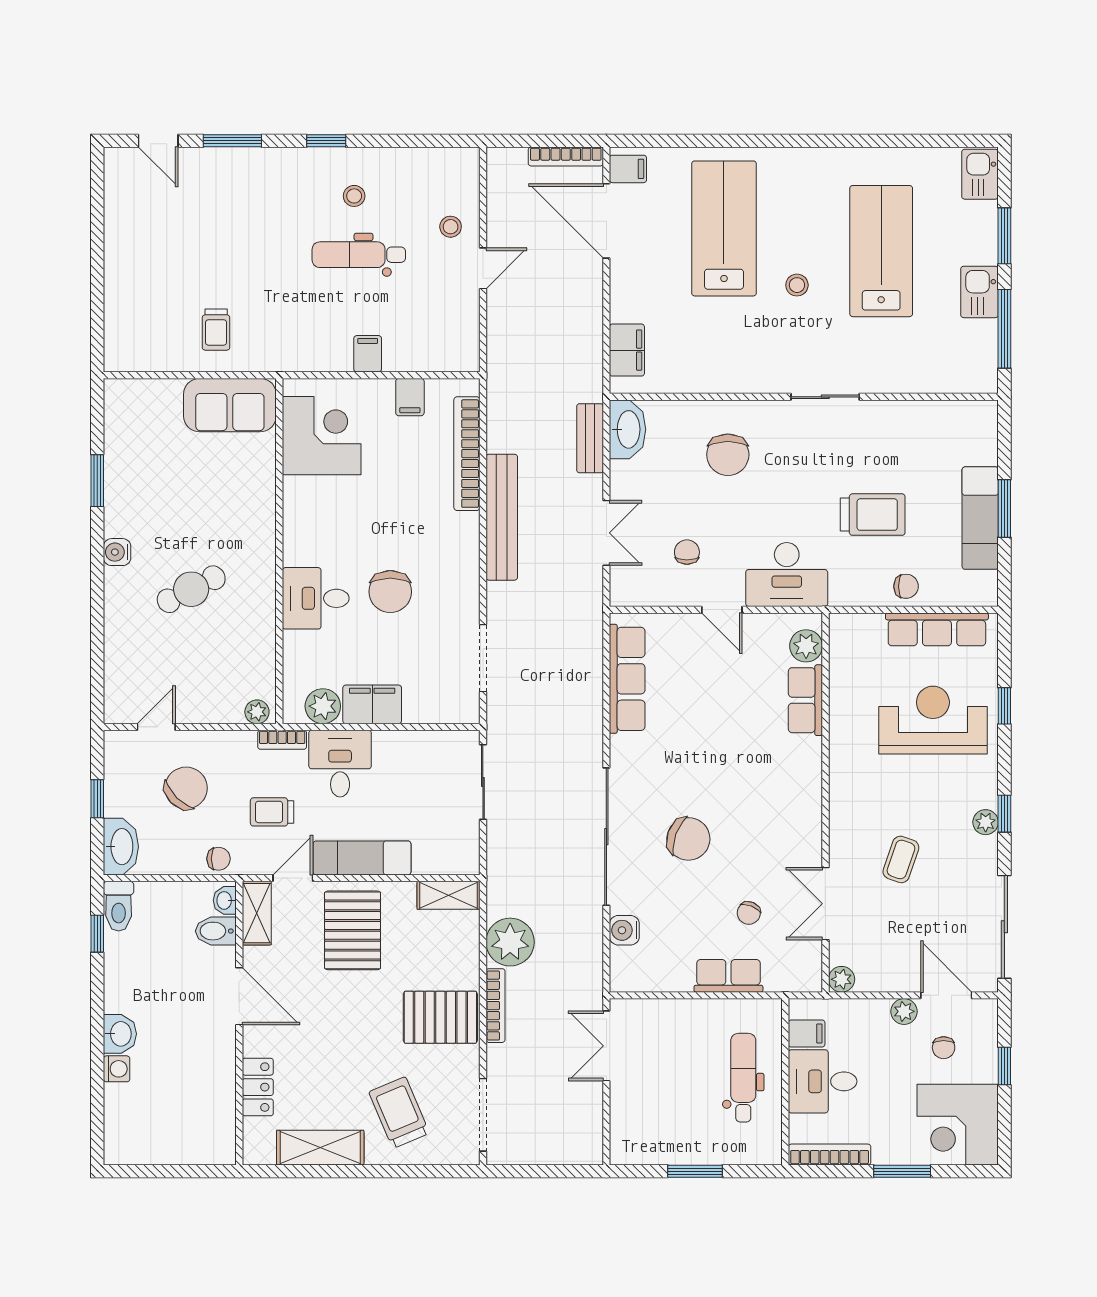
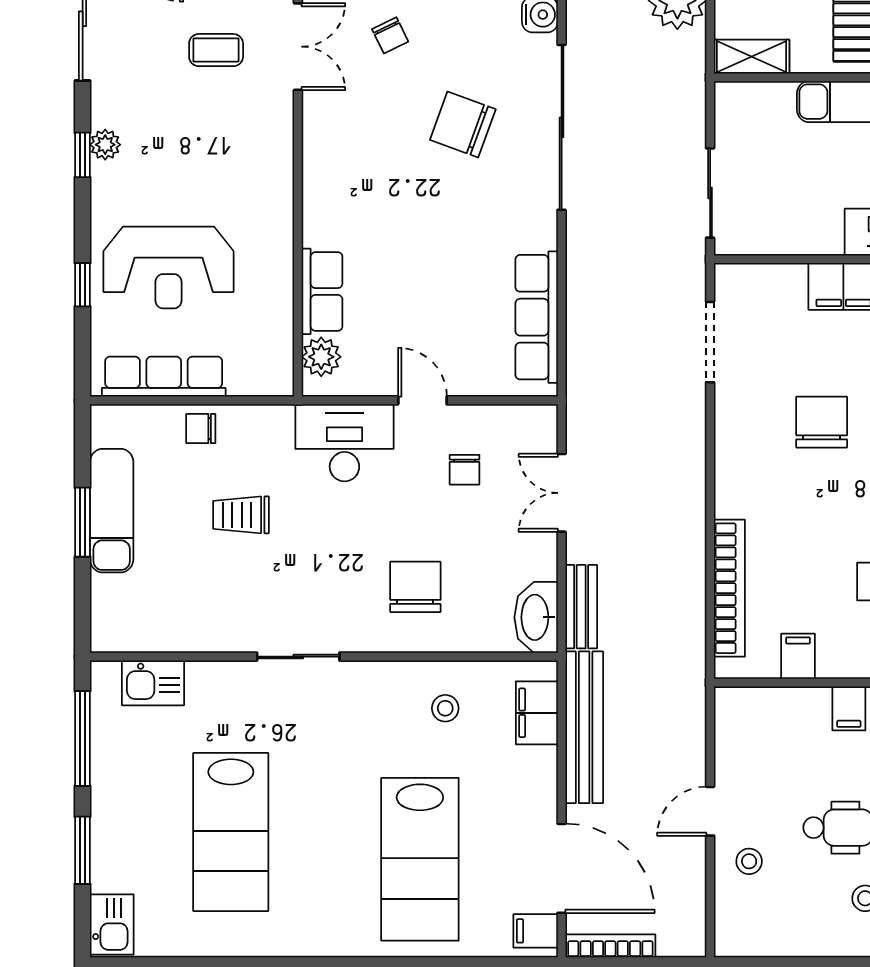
stool: (797, 285) -> (445, 708), moved
kitchen sink: (979, 292) -> (153, 683), moved, turned 90
trolley: (873, 515) -> (241, 515), width x0.73, depth x0.72
bench: (502, 517) -> (584, 727), moved
coffee table: (901, 859) -> (216, 50), moved, turned 71
chair: (749, 913) -> (390, 35), turned 132

